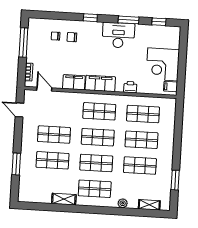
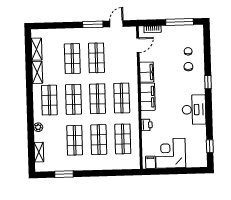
window: (128, 20) -> (209, 118), removed
window: (16, 164) -> (93, 24), moved
shelving: (39, 198) -> (37, 49), added

